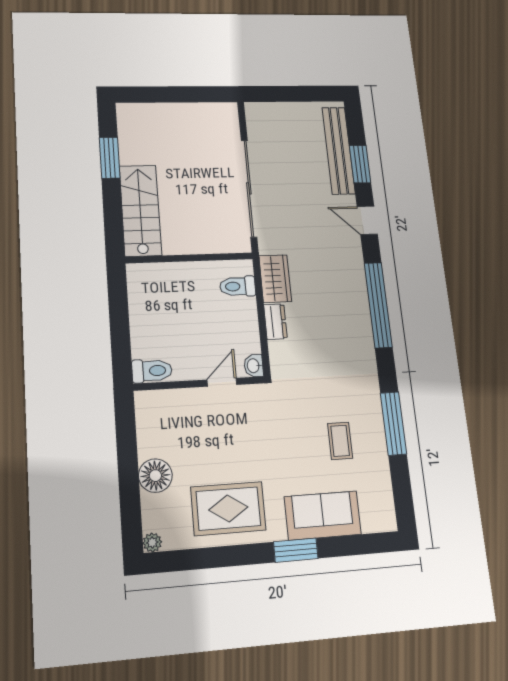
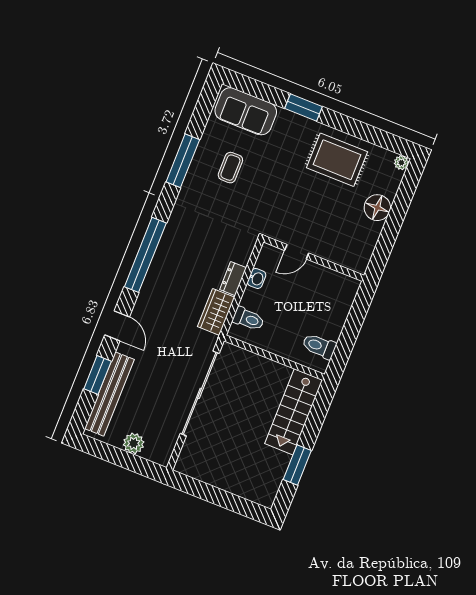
plant: (289, 113) -> (134, 443), added
washbasin: (254, 366) -> (257, 278), moved
toilet: (152, 371) -> (319, 346), moved
sofa: (323, 515) -> (246, 111), moved

